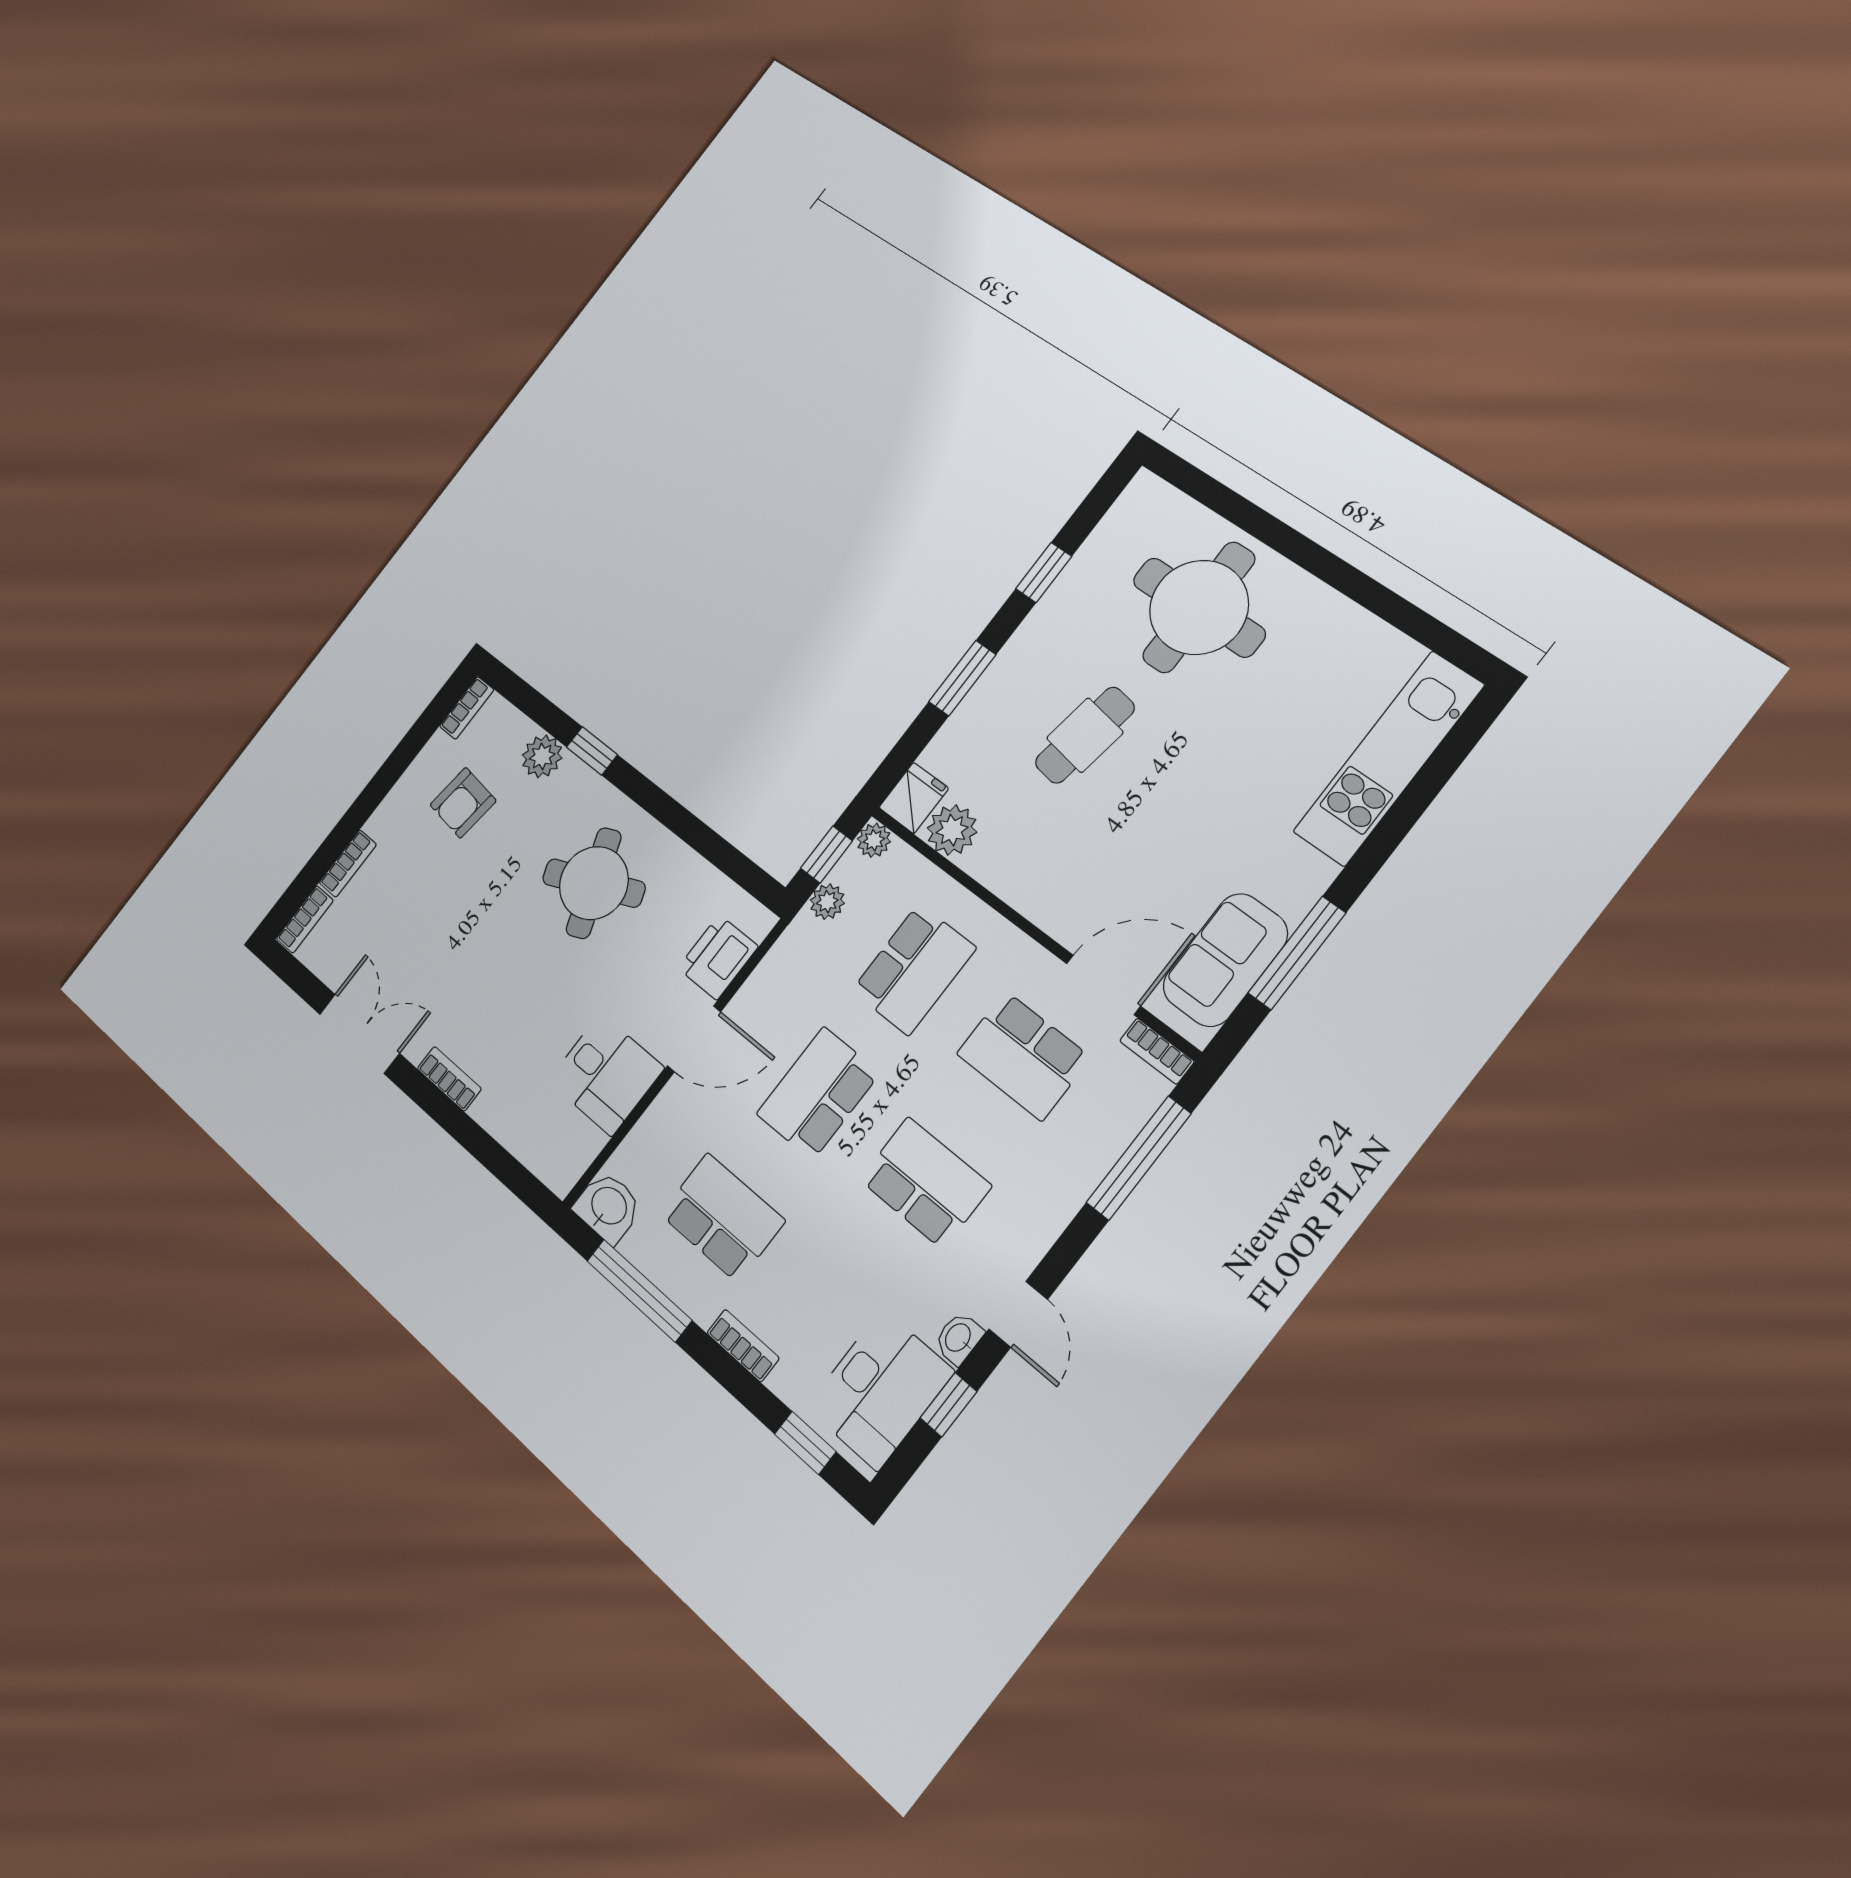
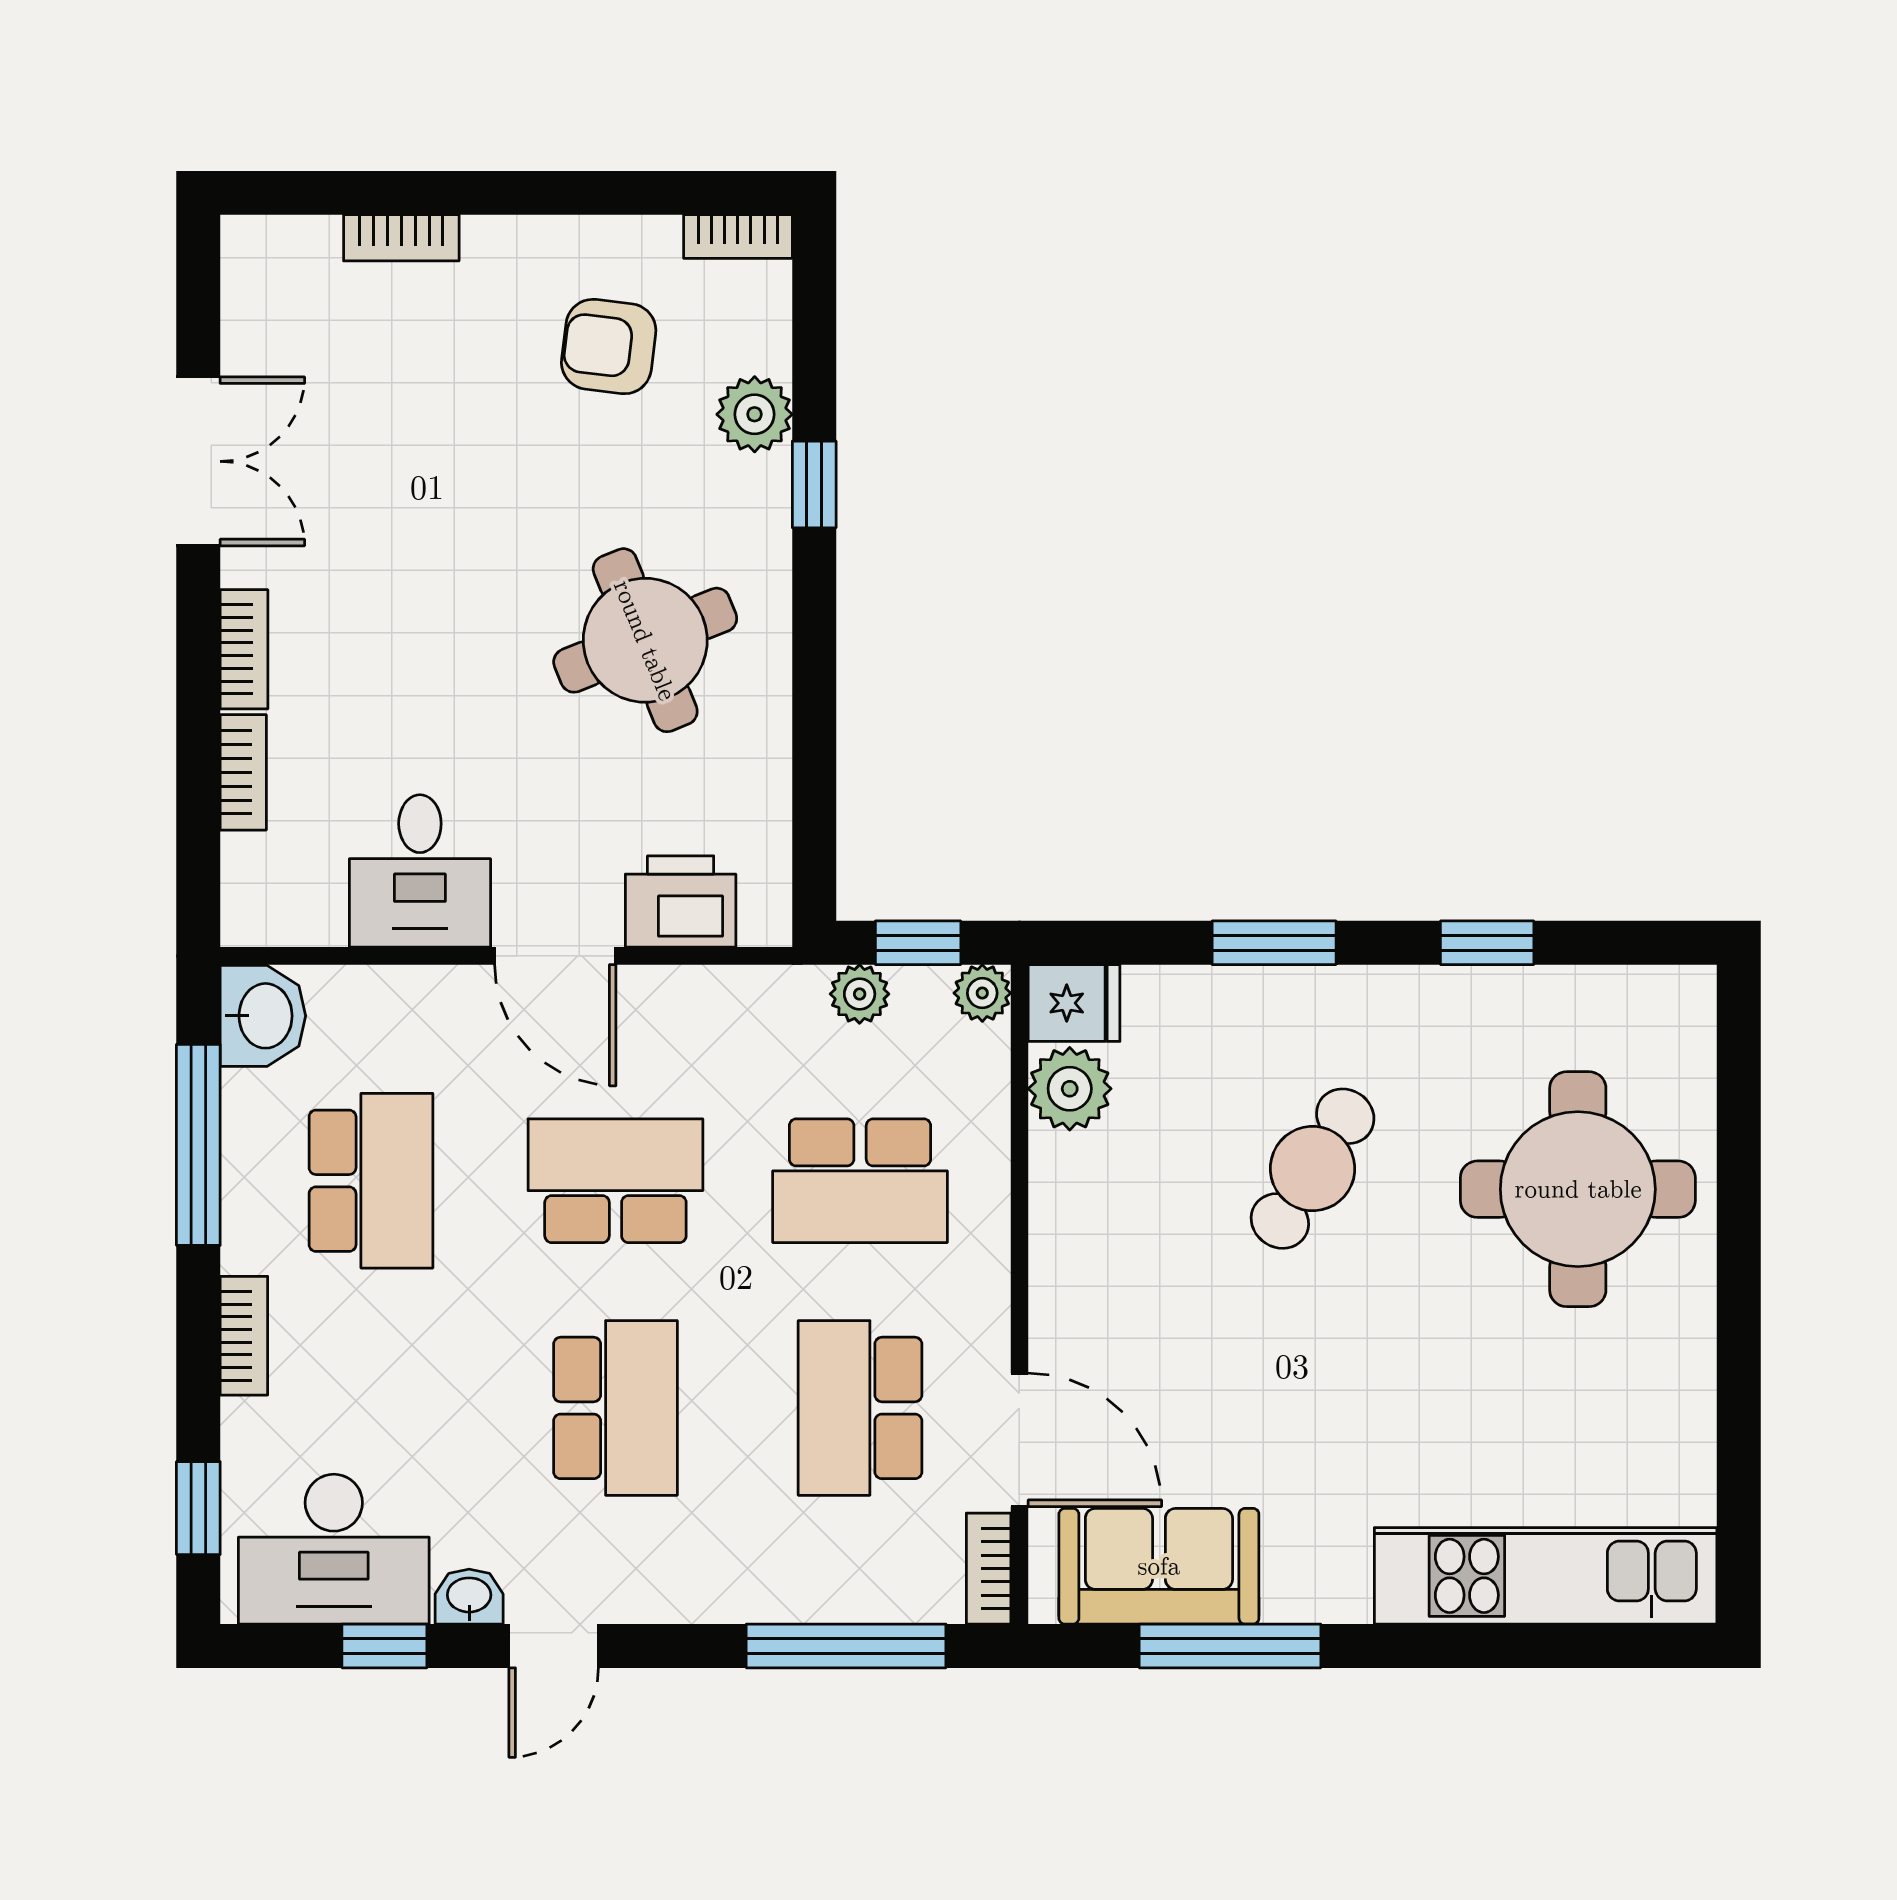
cafe table: (1085, 735) -> (1313, 1169), turned -67
bookcase: (305, 919) -> (243, 772), moved, turned -90

